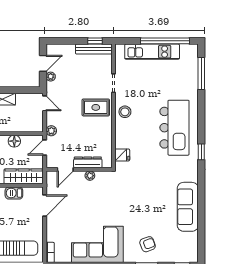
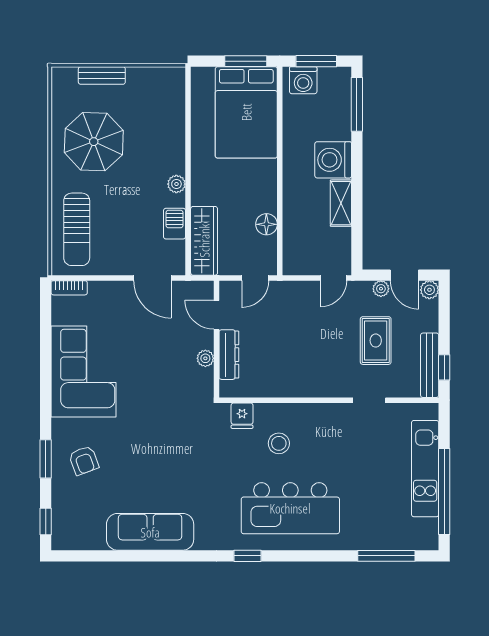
rug: (96, 107) -> (376, 341), moved
stool: (125, 112) -> (279, 443), moved
plant: (51, 131) -> (429, 290), moved
door: (45, 147) -> (255, 278), swing flipped

